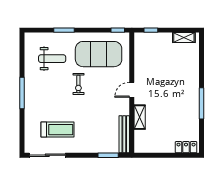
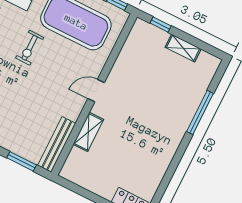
shelving: (184, 38) -> (183, 48), moved
window: (201, 103) -> (200, 112), moved

